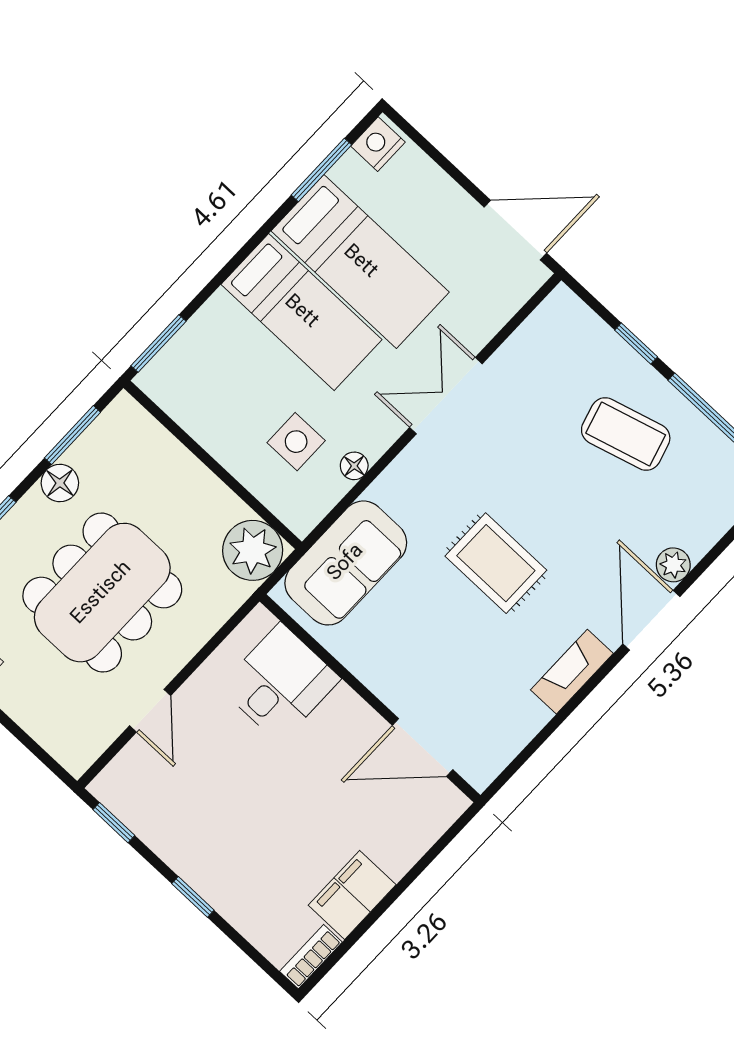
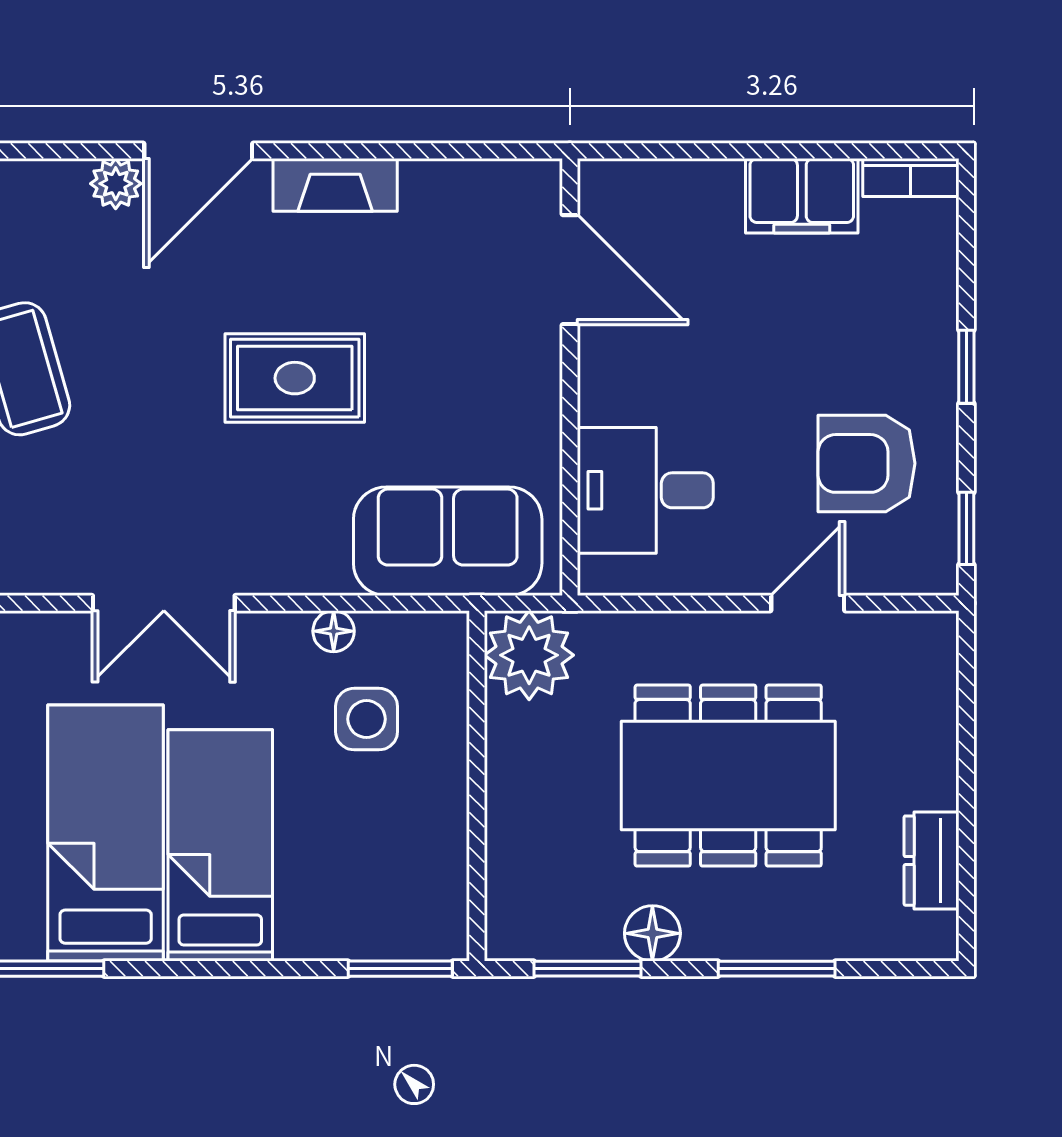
rug: (496, 563) -> (295, 378), turned 90
armchair: (191, 804) -> (867, 463), added

